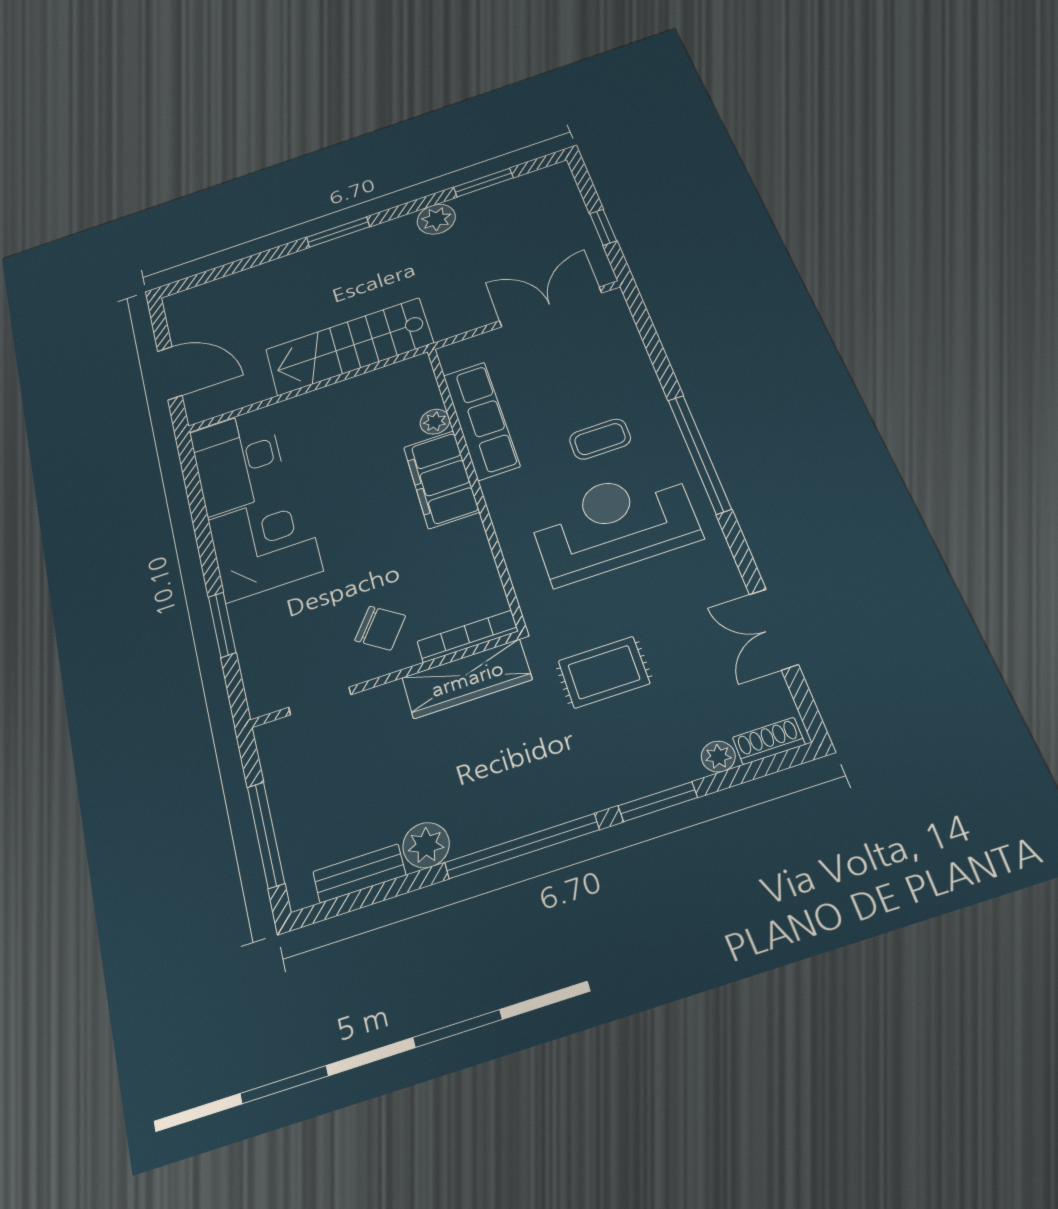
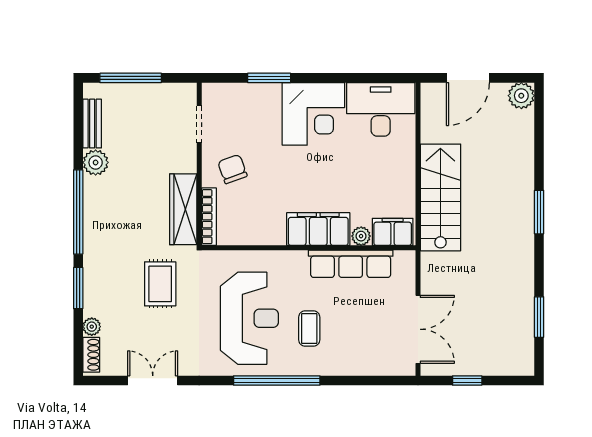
plant: (436, 219) -> (521, 96), moved
filing cabinet: (416, 385) -> (393, 232), added
chair: (380, 628) -> (232, 169), turned 124

